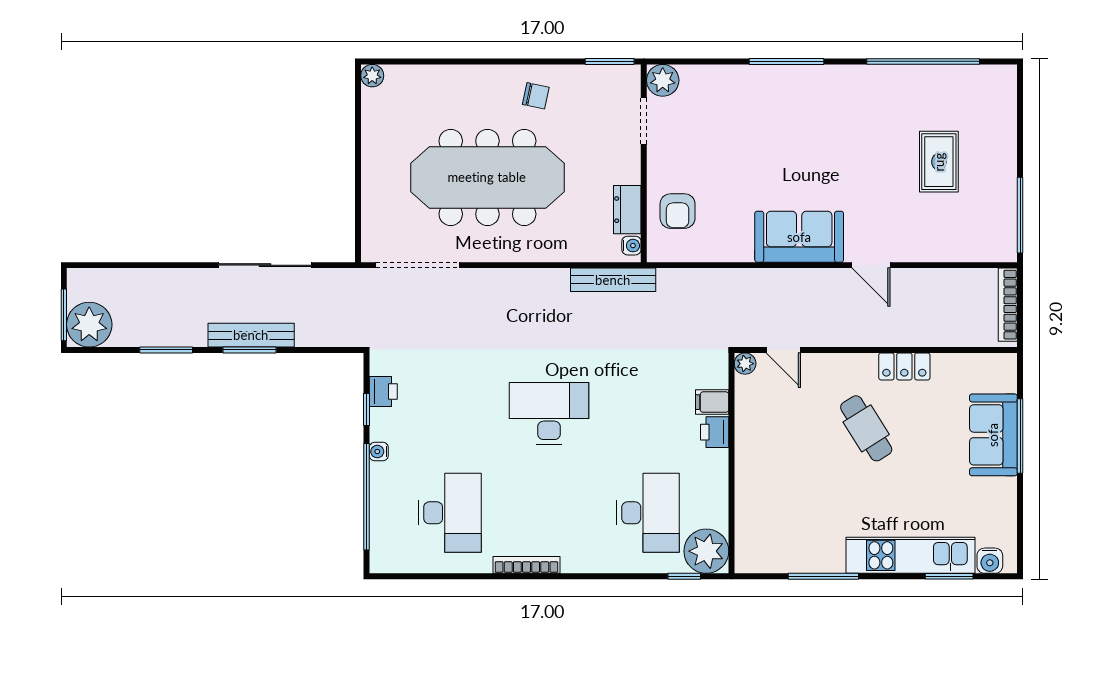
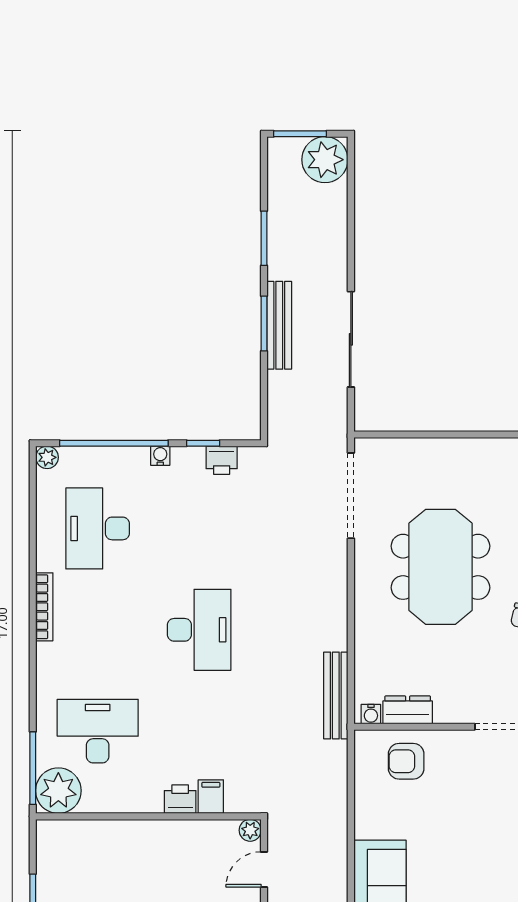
meeting table: (487, 177) -> (440, 567), width x0.73
plant: (89, 325) -> (325, 160), moved
desk: (450, 513) -> (98, 528), turned 90
desk: (648, 513) -> (98, 731), turned 180
plant: (380, 562) -> (47, 457), added
window: (684, 576) -> (33, 768), width x2.17

